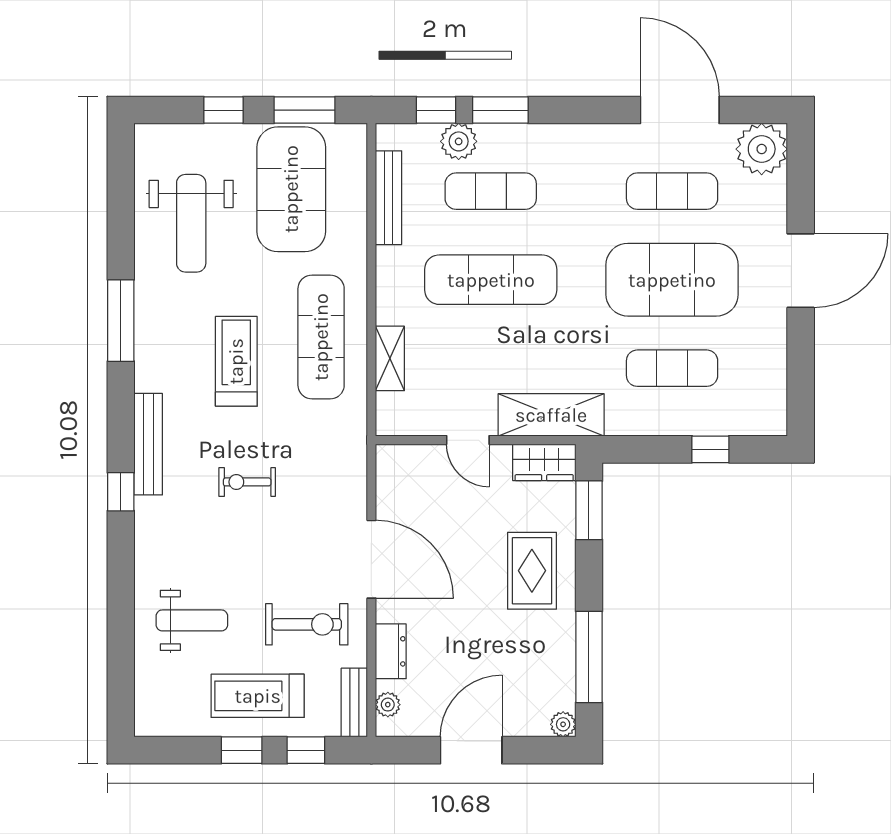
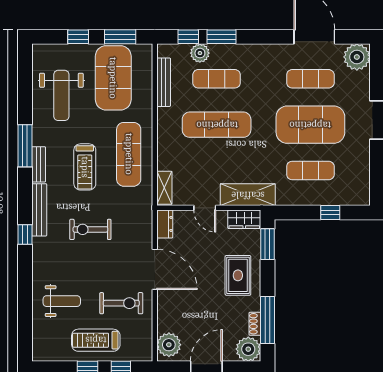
shelving: (390, 358) -> (164, 188), moved
treadmill: (236, 361) -> (85, 167), turned 180
exercise bike: (247, 482) -> (90, 229), width x1.38, depth x1.39
dresser: (391, 651) -> (165, 224), moved
shoe rack: (565, 664) -> (255, 324), added
bench: (354, 703) -> (39, 164), moved
plant: (388, 705) -> (169, 345), width x1.87, depth x1.87
plant: (563, 724) -> (248, 349), width x1.87, depth x1.87

